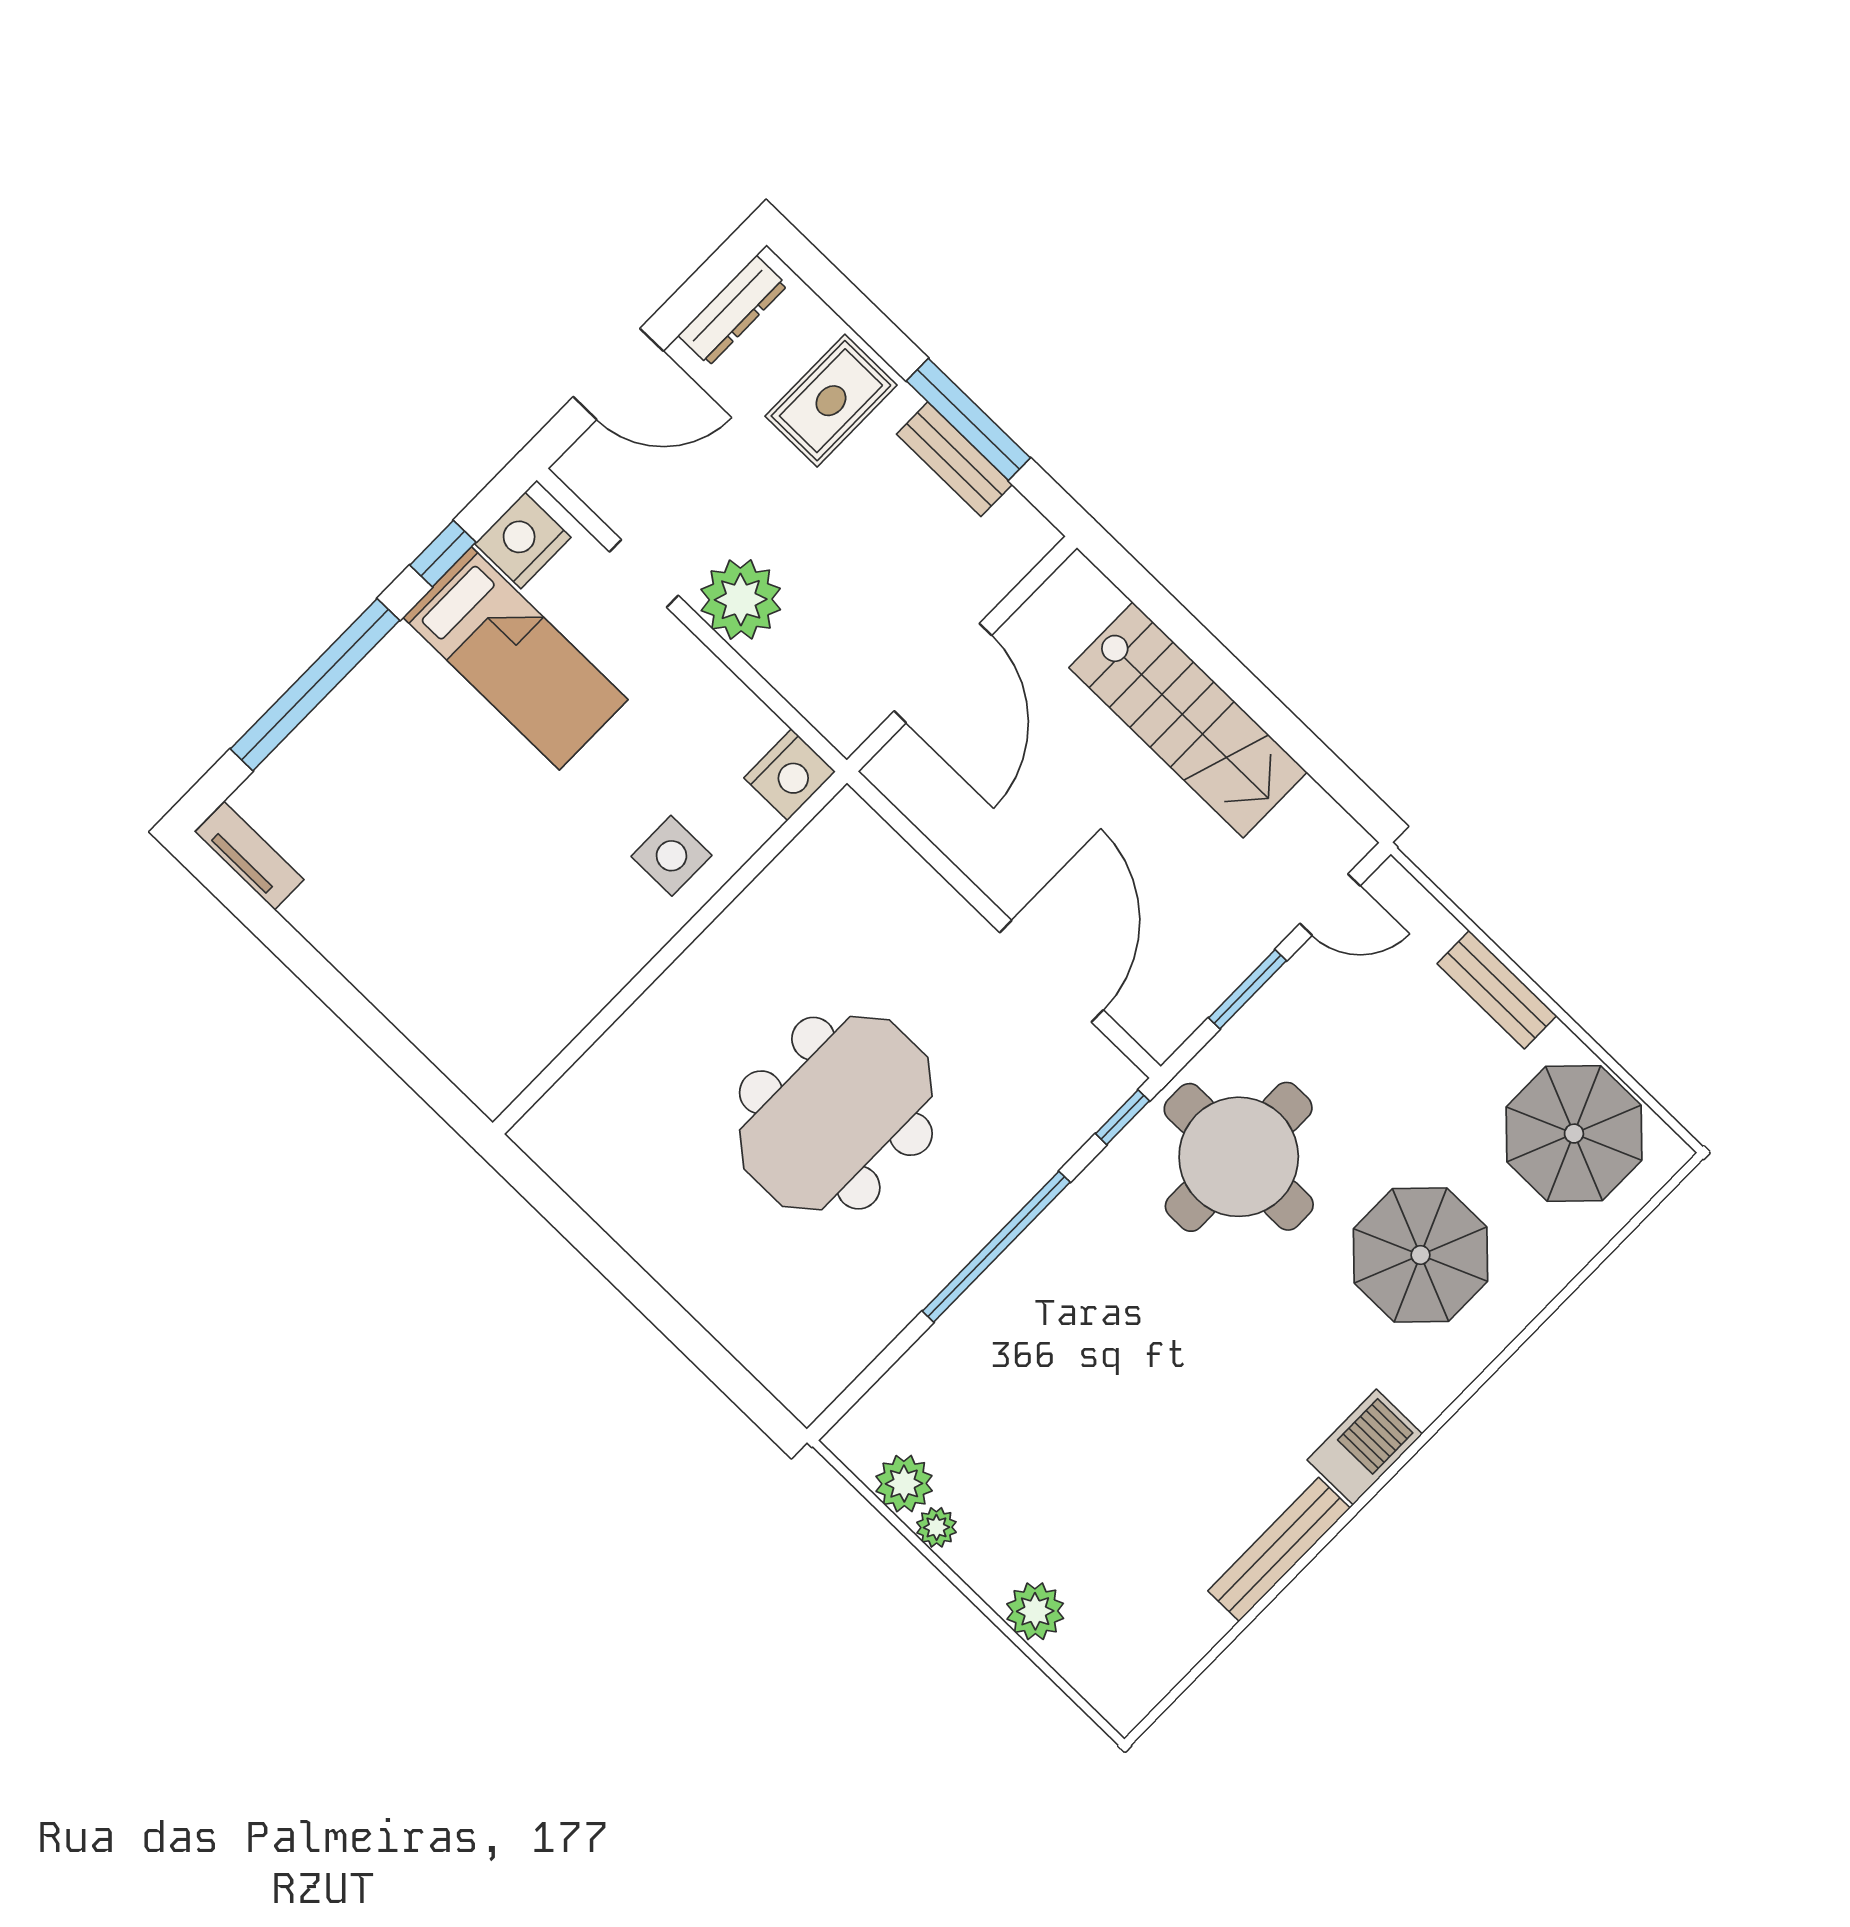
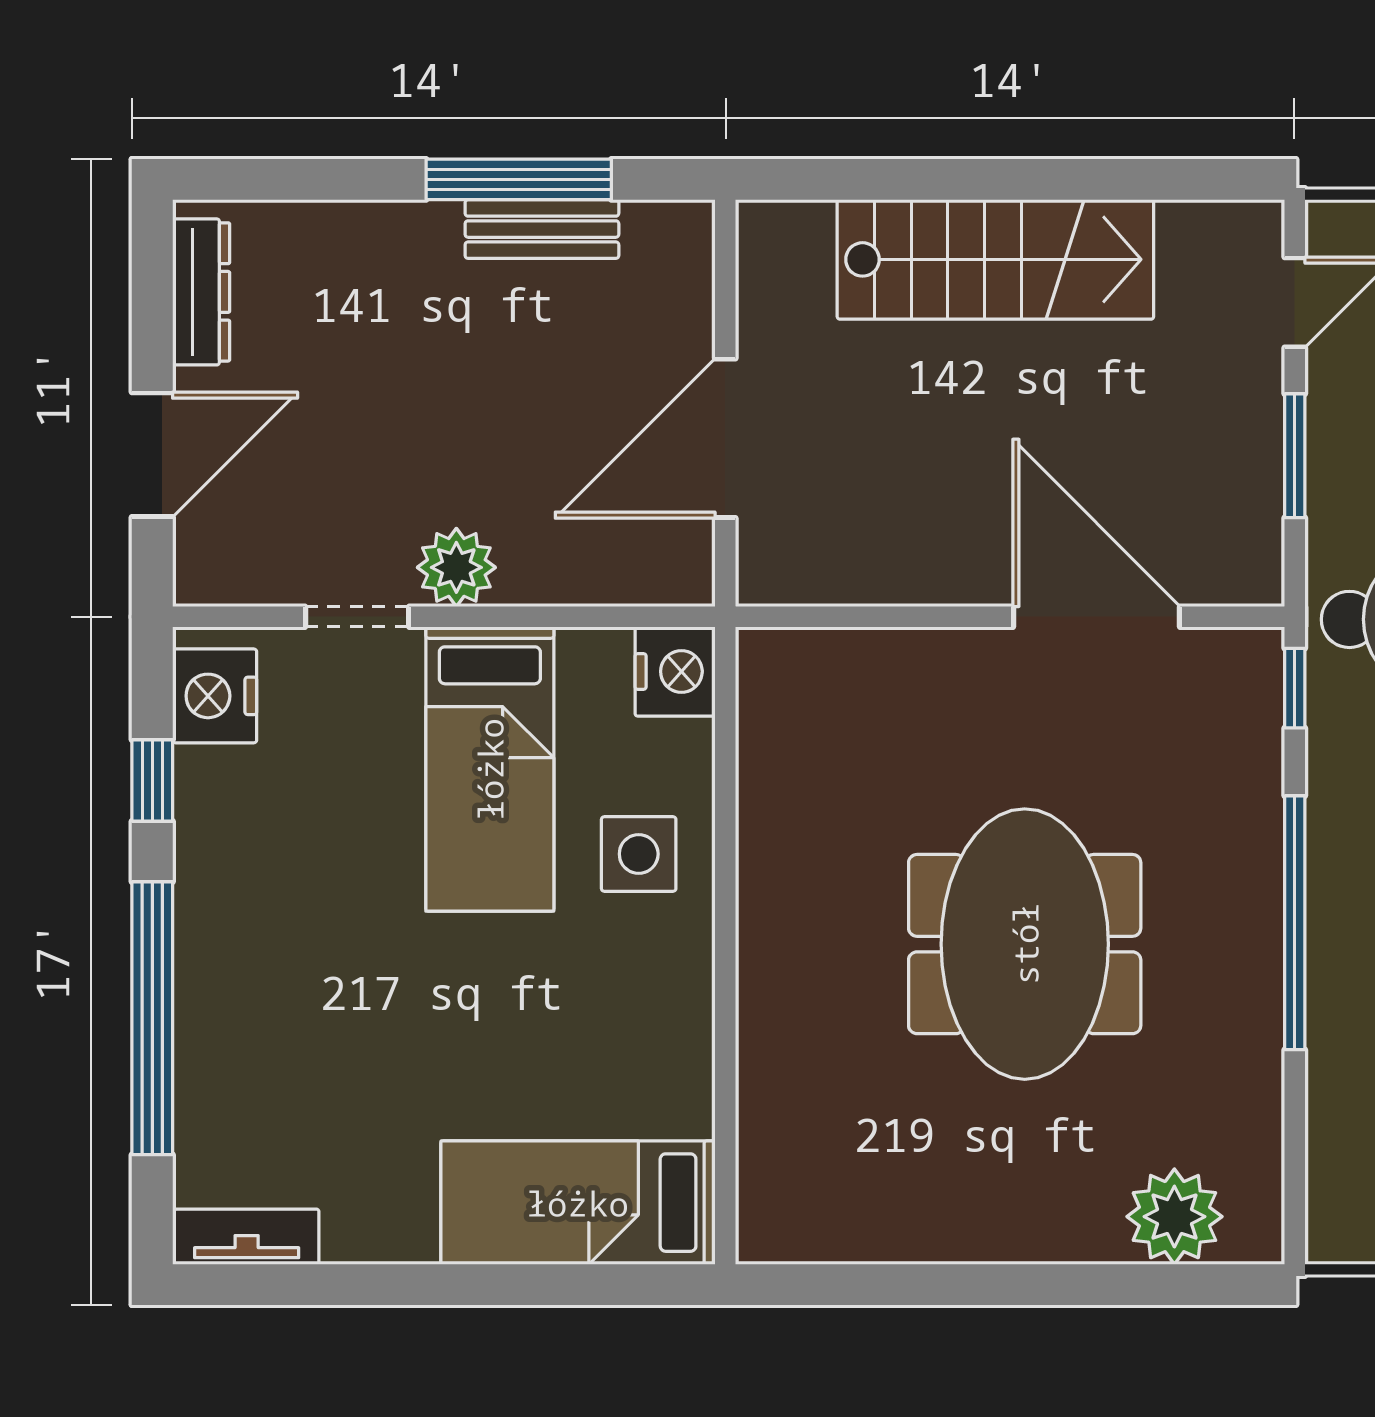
rug: (831, 401) -> (374, 287), removed
plant: (741, 599) -> (456, 567), width x0.73, depth x0.73
bed: (515, 658) -> (490, 769), moved, turned 90
door: (943, 673) -> (725, 438), swing flipped
bed: (450, 1015) -> (578, 1203), added
plant: (772, 1344) -> (1174, 1217), added

